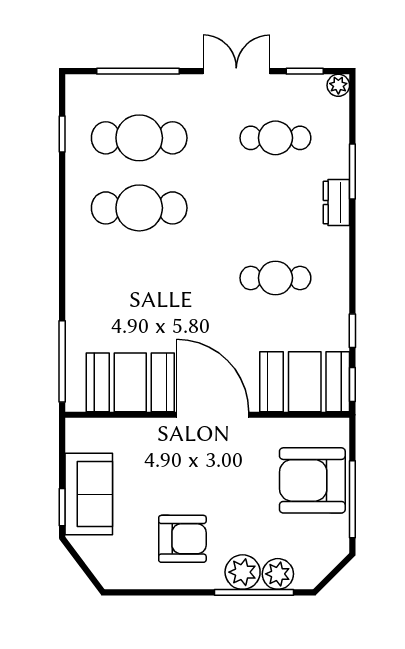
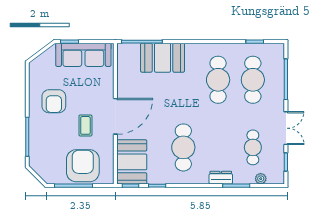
plant: (338, 85) -> (261, 179), moved
cafe table: (275, 278) -> (183, 147), width x1.37, depth x1.35
booth: (130, 382) -> (163, 58), moved, turned 90
coffee table: (231, 475) -> (85, 125), added
sofa: (89, 494) -> (83, 55), width x1.36
plant: (243, 572) -> (37, 131), removed
plant: (278, 574) -> (36, 149), removed

